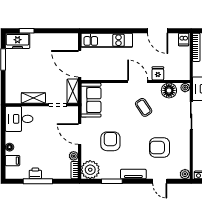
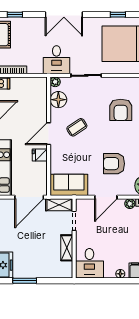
fridge: (158, 73) -> (40, 155), moved

